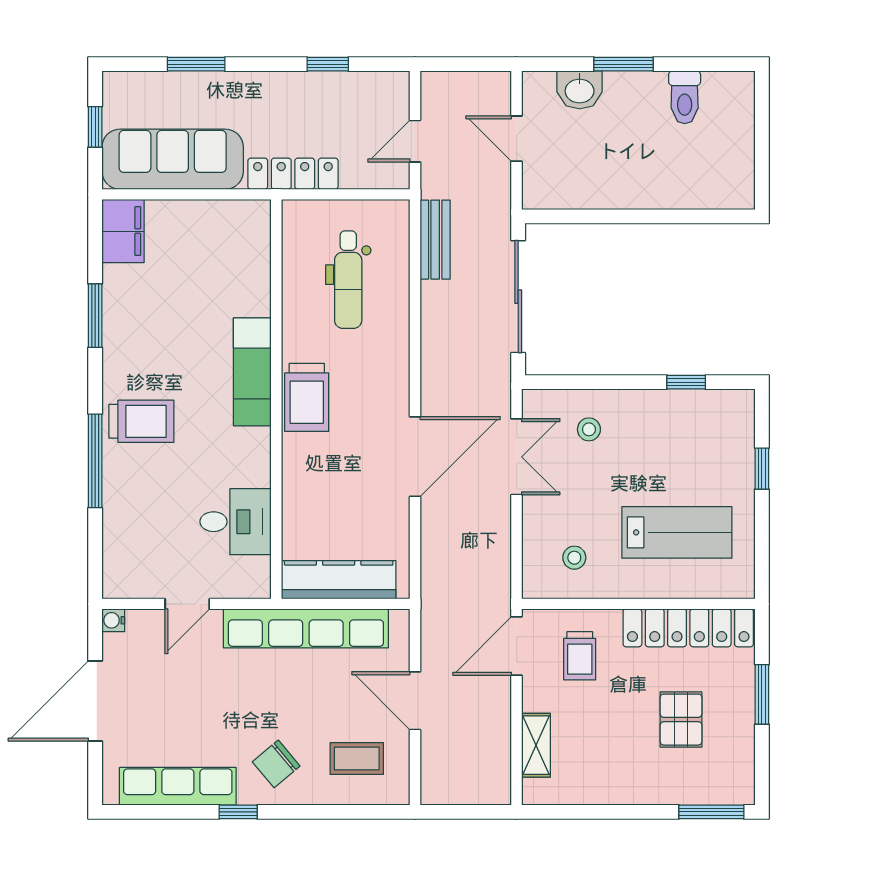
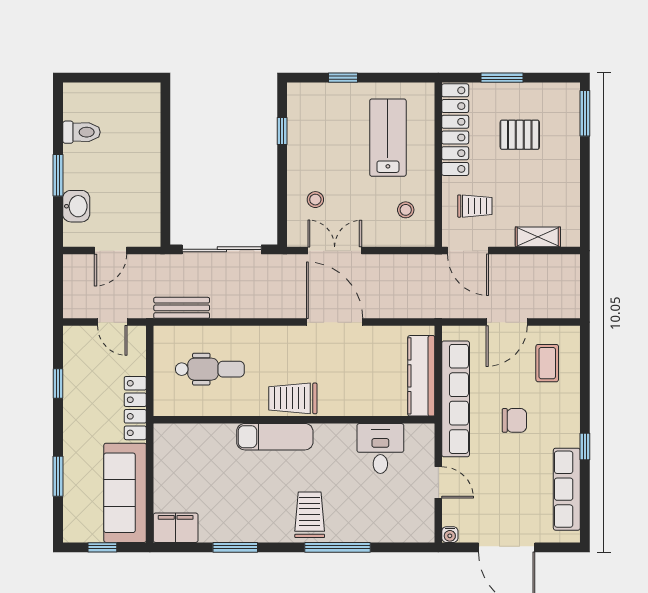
trolley: (307, 397) -> (293, 398), turned 180
chair: (276, 764) -> (514, 420), moved, turned -50

